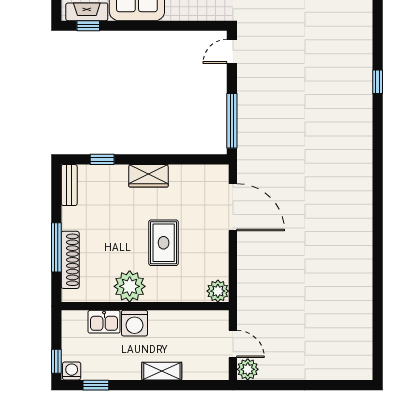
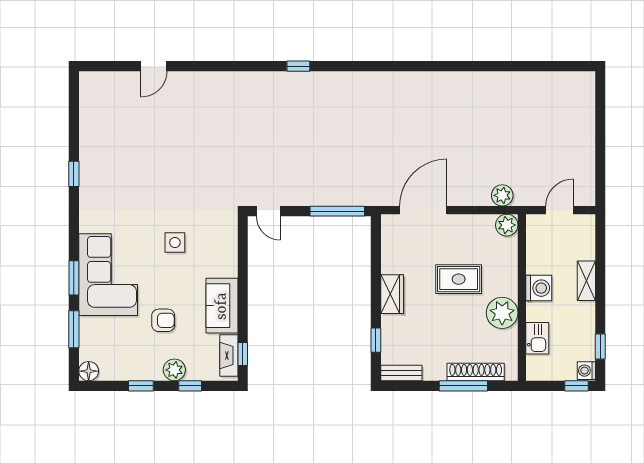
washing machine: (135, 323) -> (539, 288), moved
plant: (248, 369) -> (502, 195), moved

